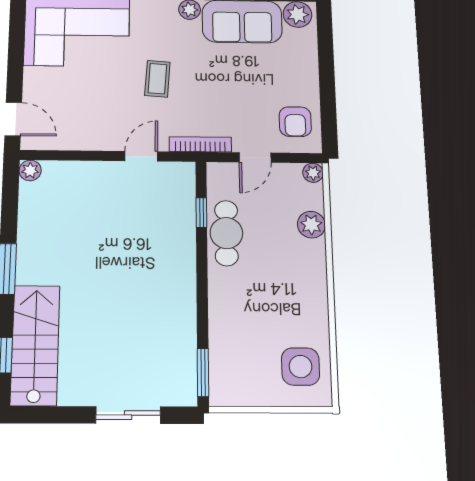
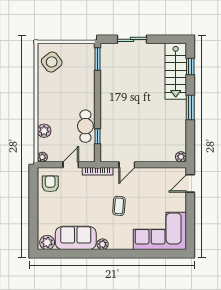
door: (13, 119) -> (190, 183), hinge flipped
side table: (301, 367) -> (52, 62), turned -38

